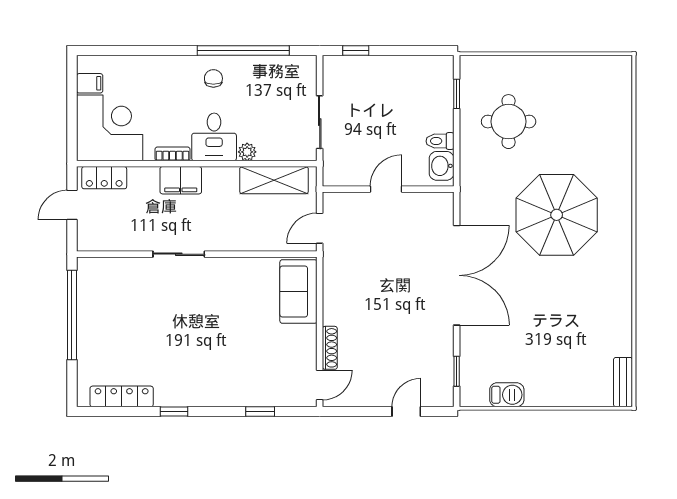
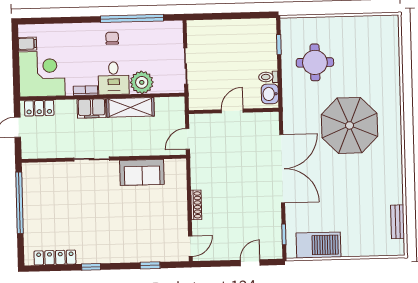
window: (356, 50) -> (209, 16), removed
plant: (247, 152) -> (142, 82), width x1.88, depth x1.88
shelving: (274, 180) -> (130, 107), moved
sofa: (298, 291) -> (142, 172), moved, turned -90
shoe rack: (330, 348) -> (196, 205), moved
bench: (623, 382) -> (398, 222), moved
barbecue: (507, 395) -> (319, 245), width x1.88, depth x1.53

